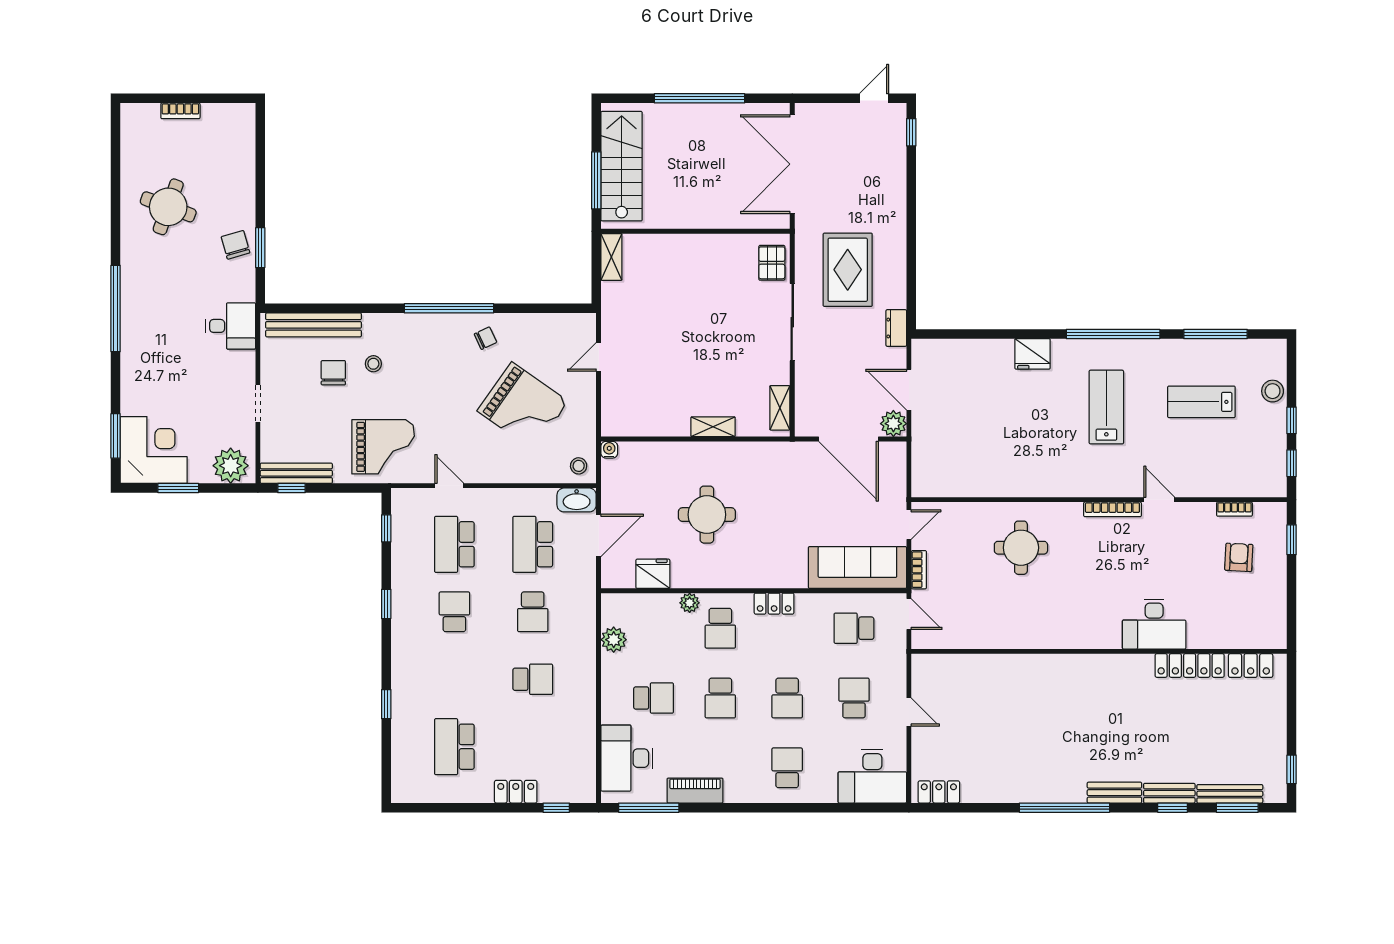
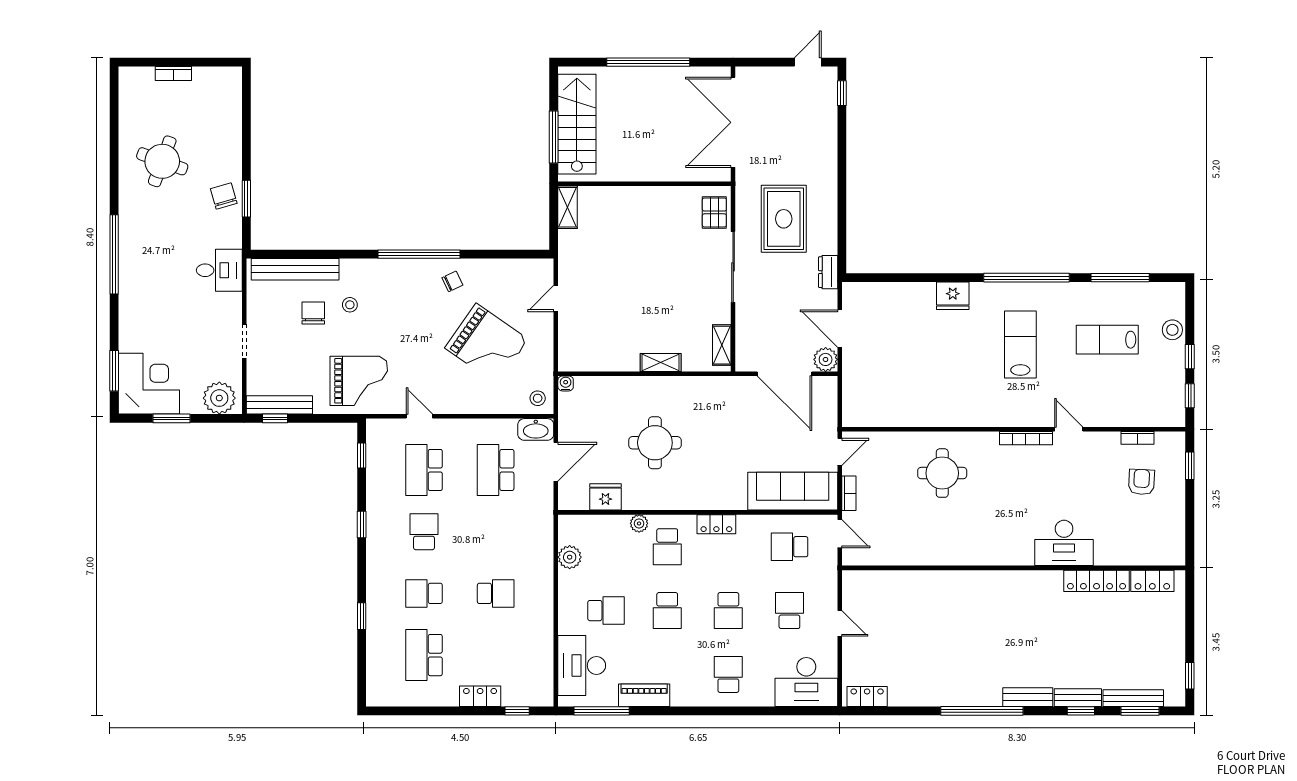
school desk: (533, 612) -> (424, 593), moved, turned 90

